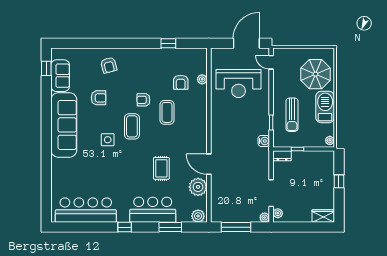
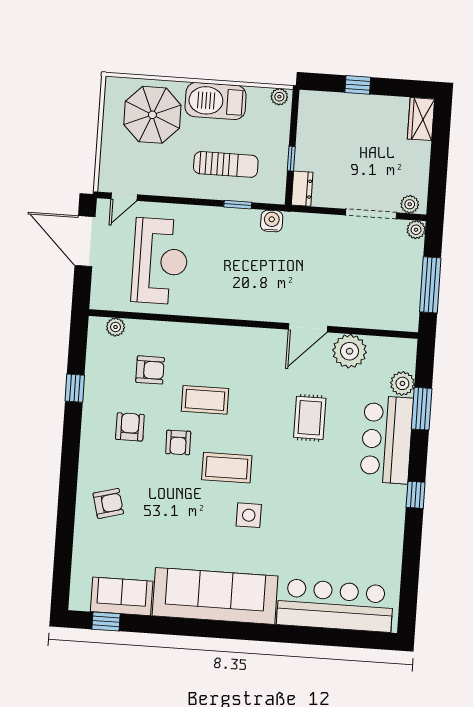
plant: (202, 79) -> (116, 327), moved
armchair: (99, 98) -> (130, 427), moved
rug: (161, 168) -> (310, 418), turned 90
bar counter: (86, 210) -> (335, 605), moved, turned 90
plant: (198, 216) -> (402, 383), moved

